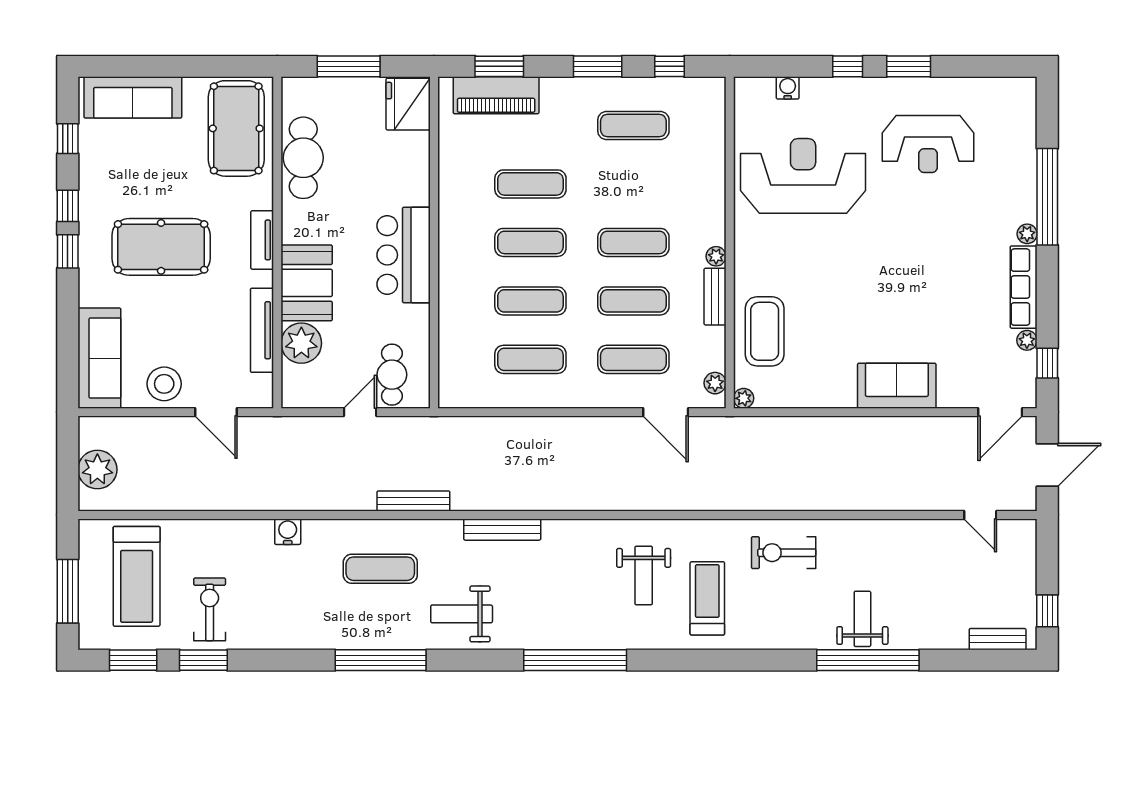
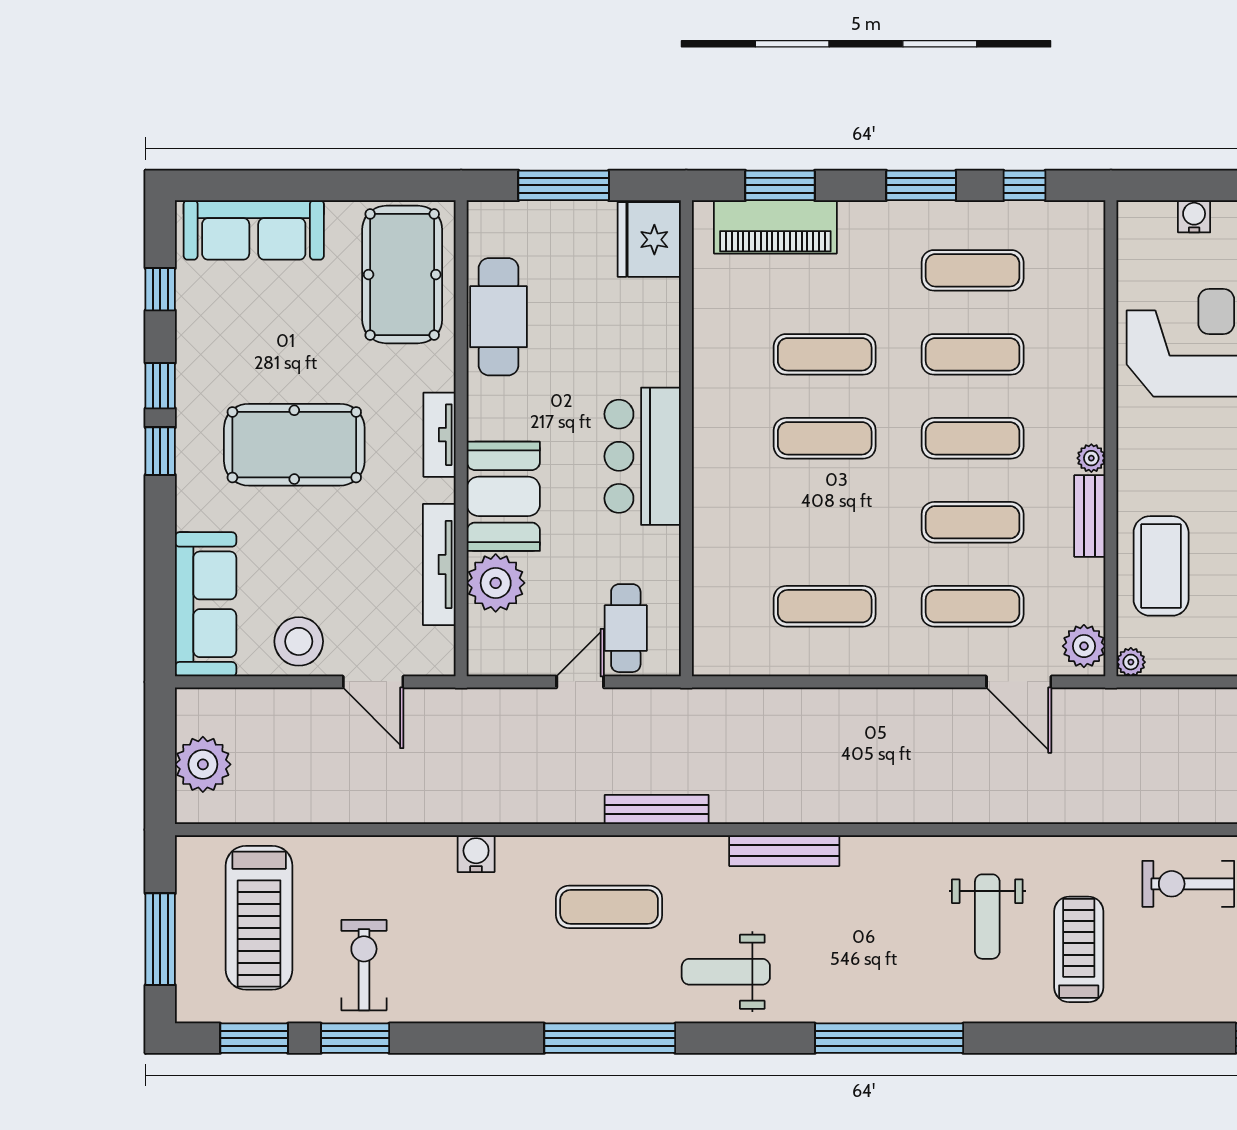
exercise mat: (530, 301) -> (973, 354), moved
plant: (715, 383) -> (1084, 646), width x1.38, depth x1.38

